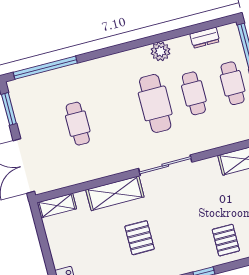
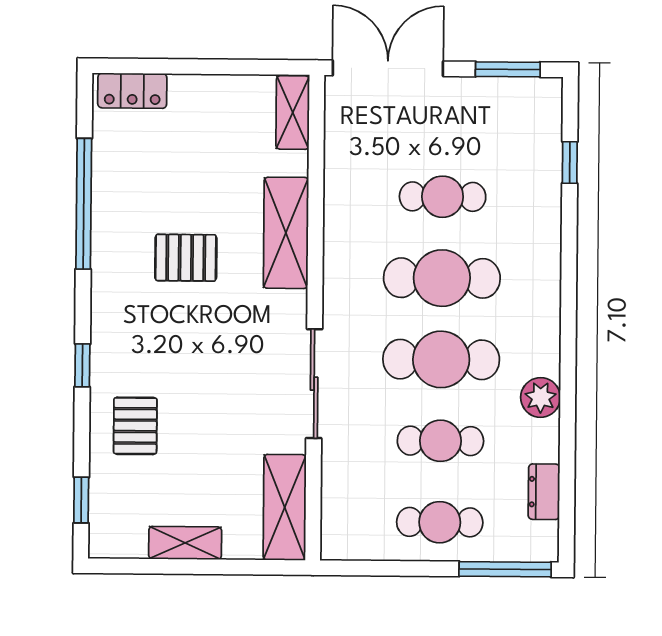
window: (45, 68) -> (570, 162), width x0.32
cafe table: (116, 114) -> (442, 278), added
sliding door: (165, 165) -> (314, 384), moved
pallet: (226, 240) -> (135, 426), turned 90

